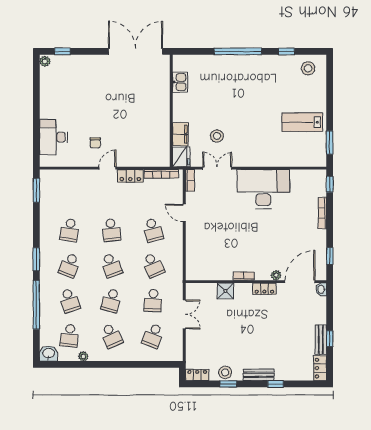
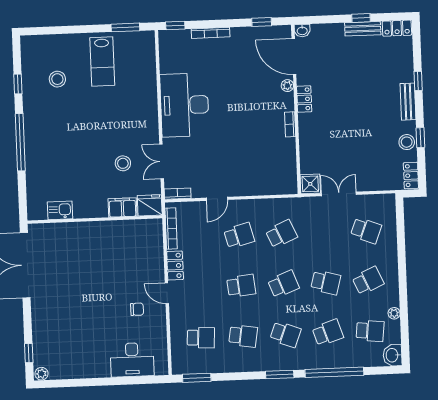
stool: (308, 68) -> (57, 79), moved
shower: (225, 291) -> (310, 184), moved
school desk: (153, 300) -> (201, 338), moved

